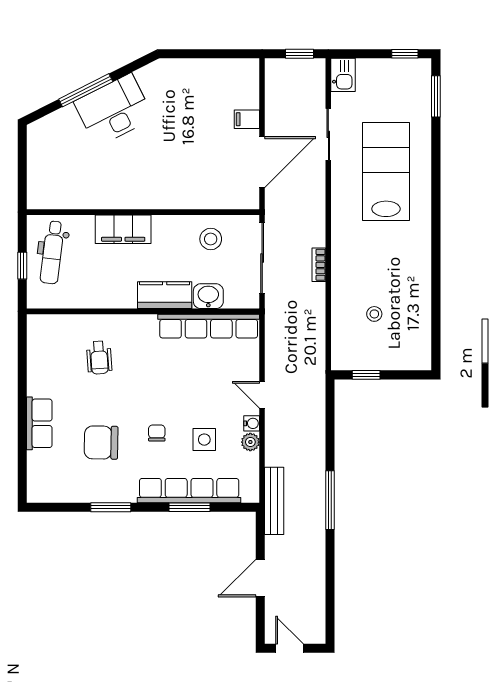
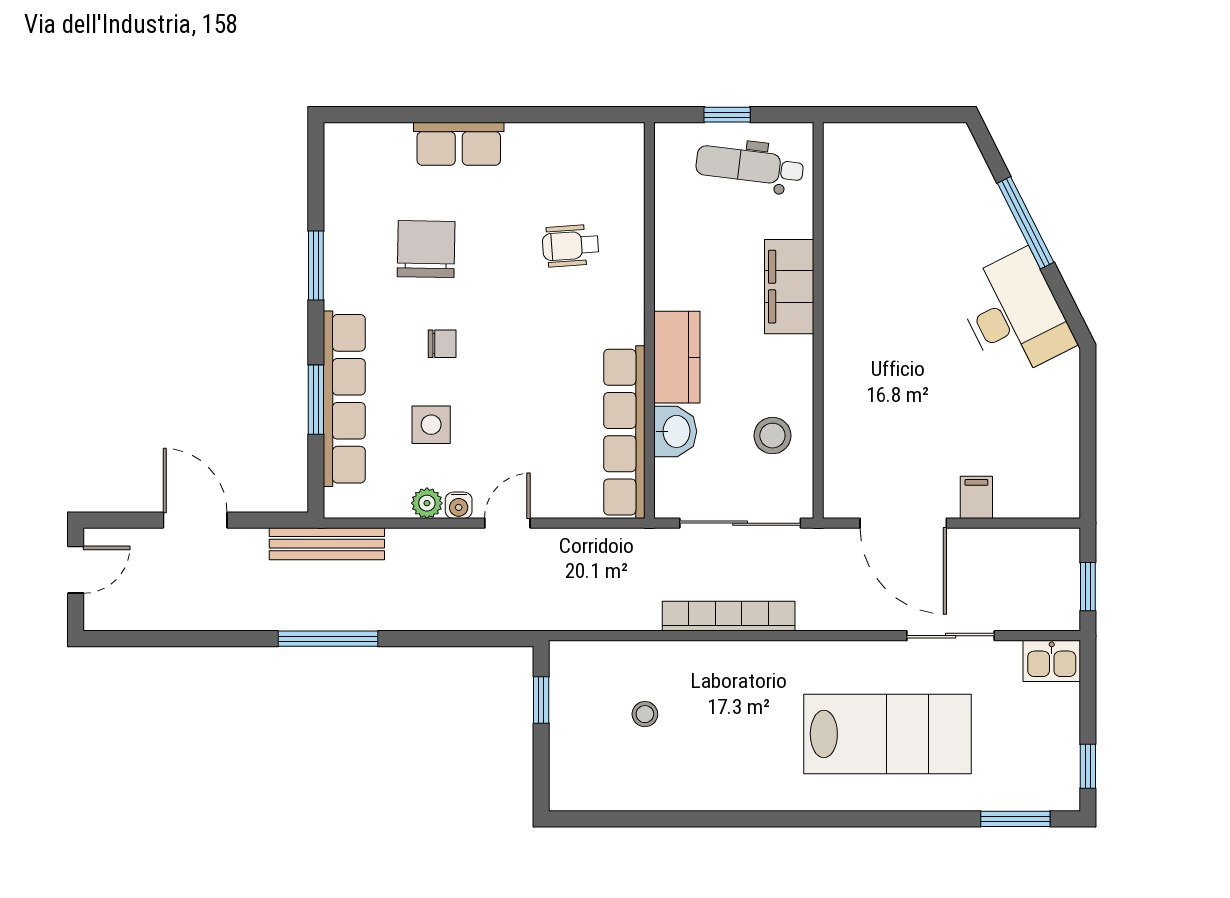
desk: (114, 110) -> (1014, 315), moved
bookcase: (319, 265) -> (729, 616), width x2.31, depth x1.31

